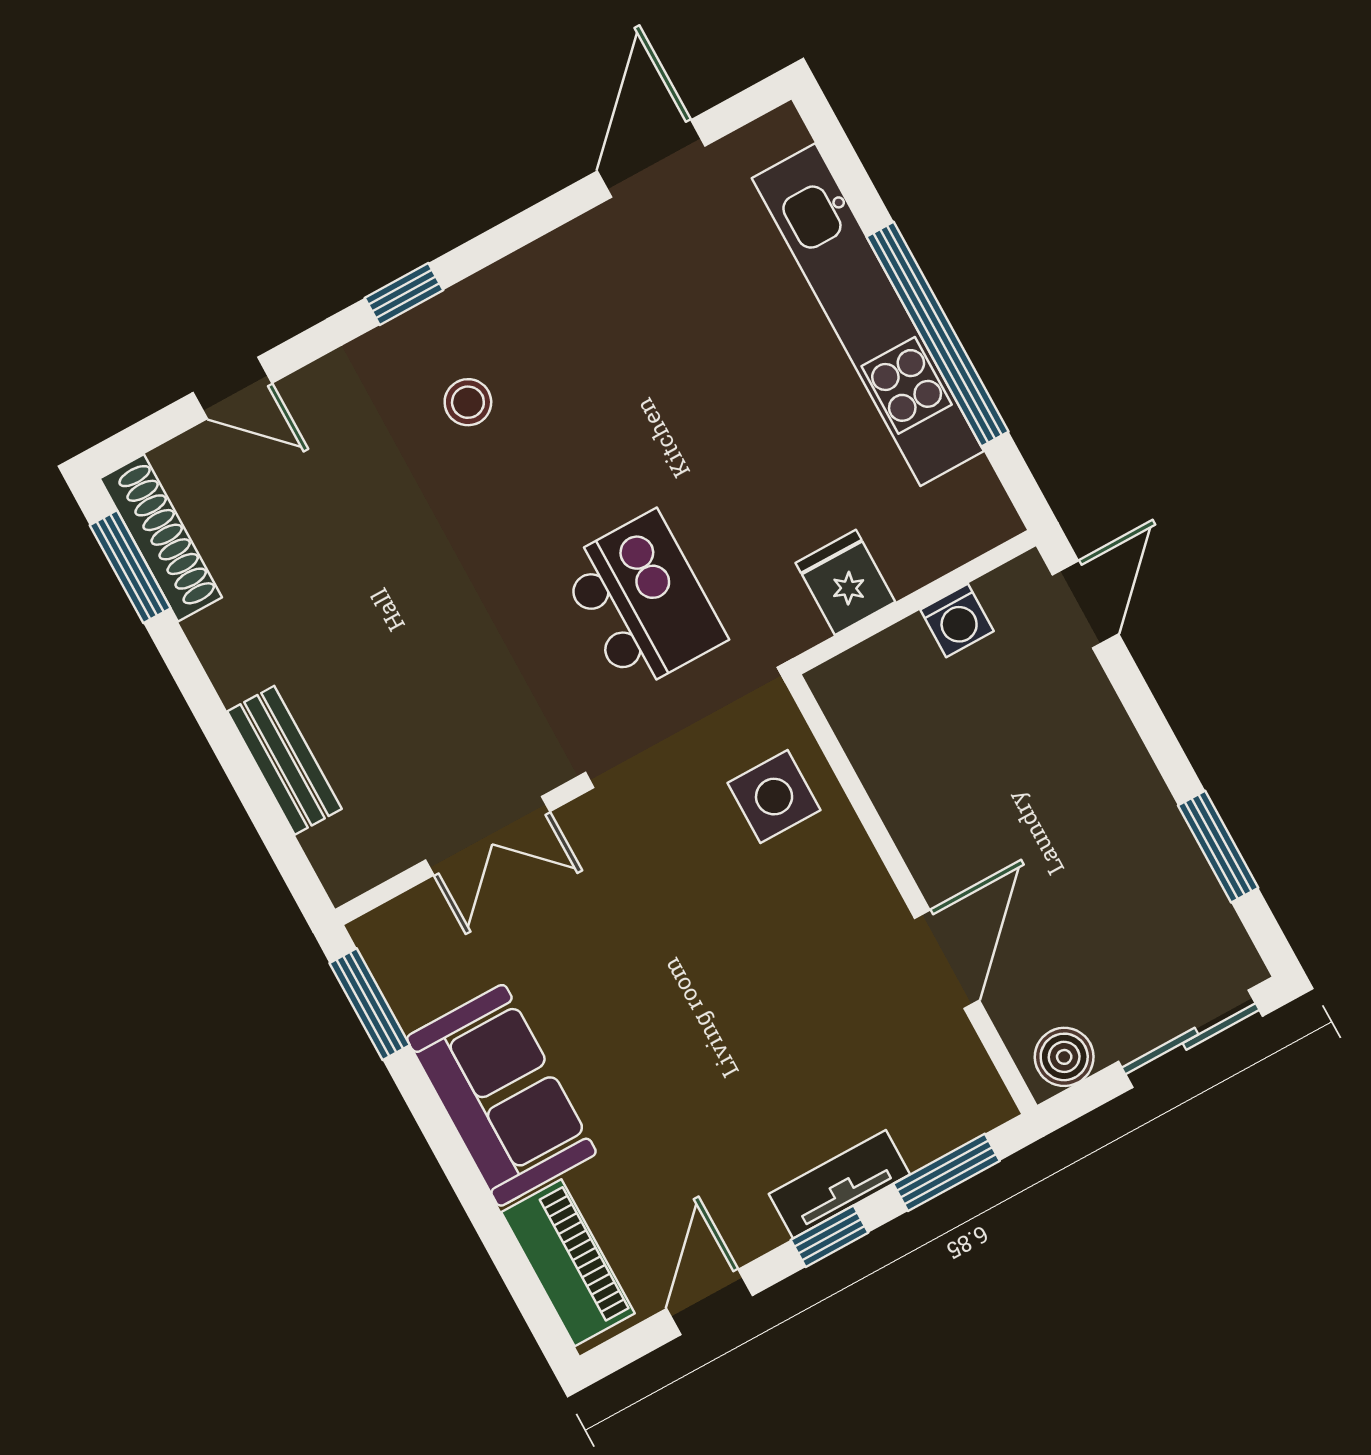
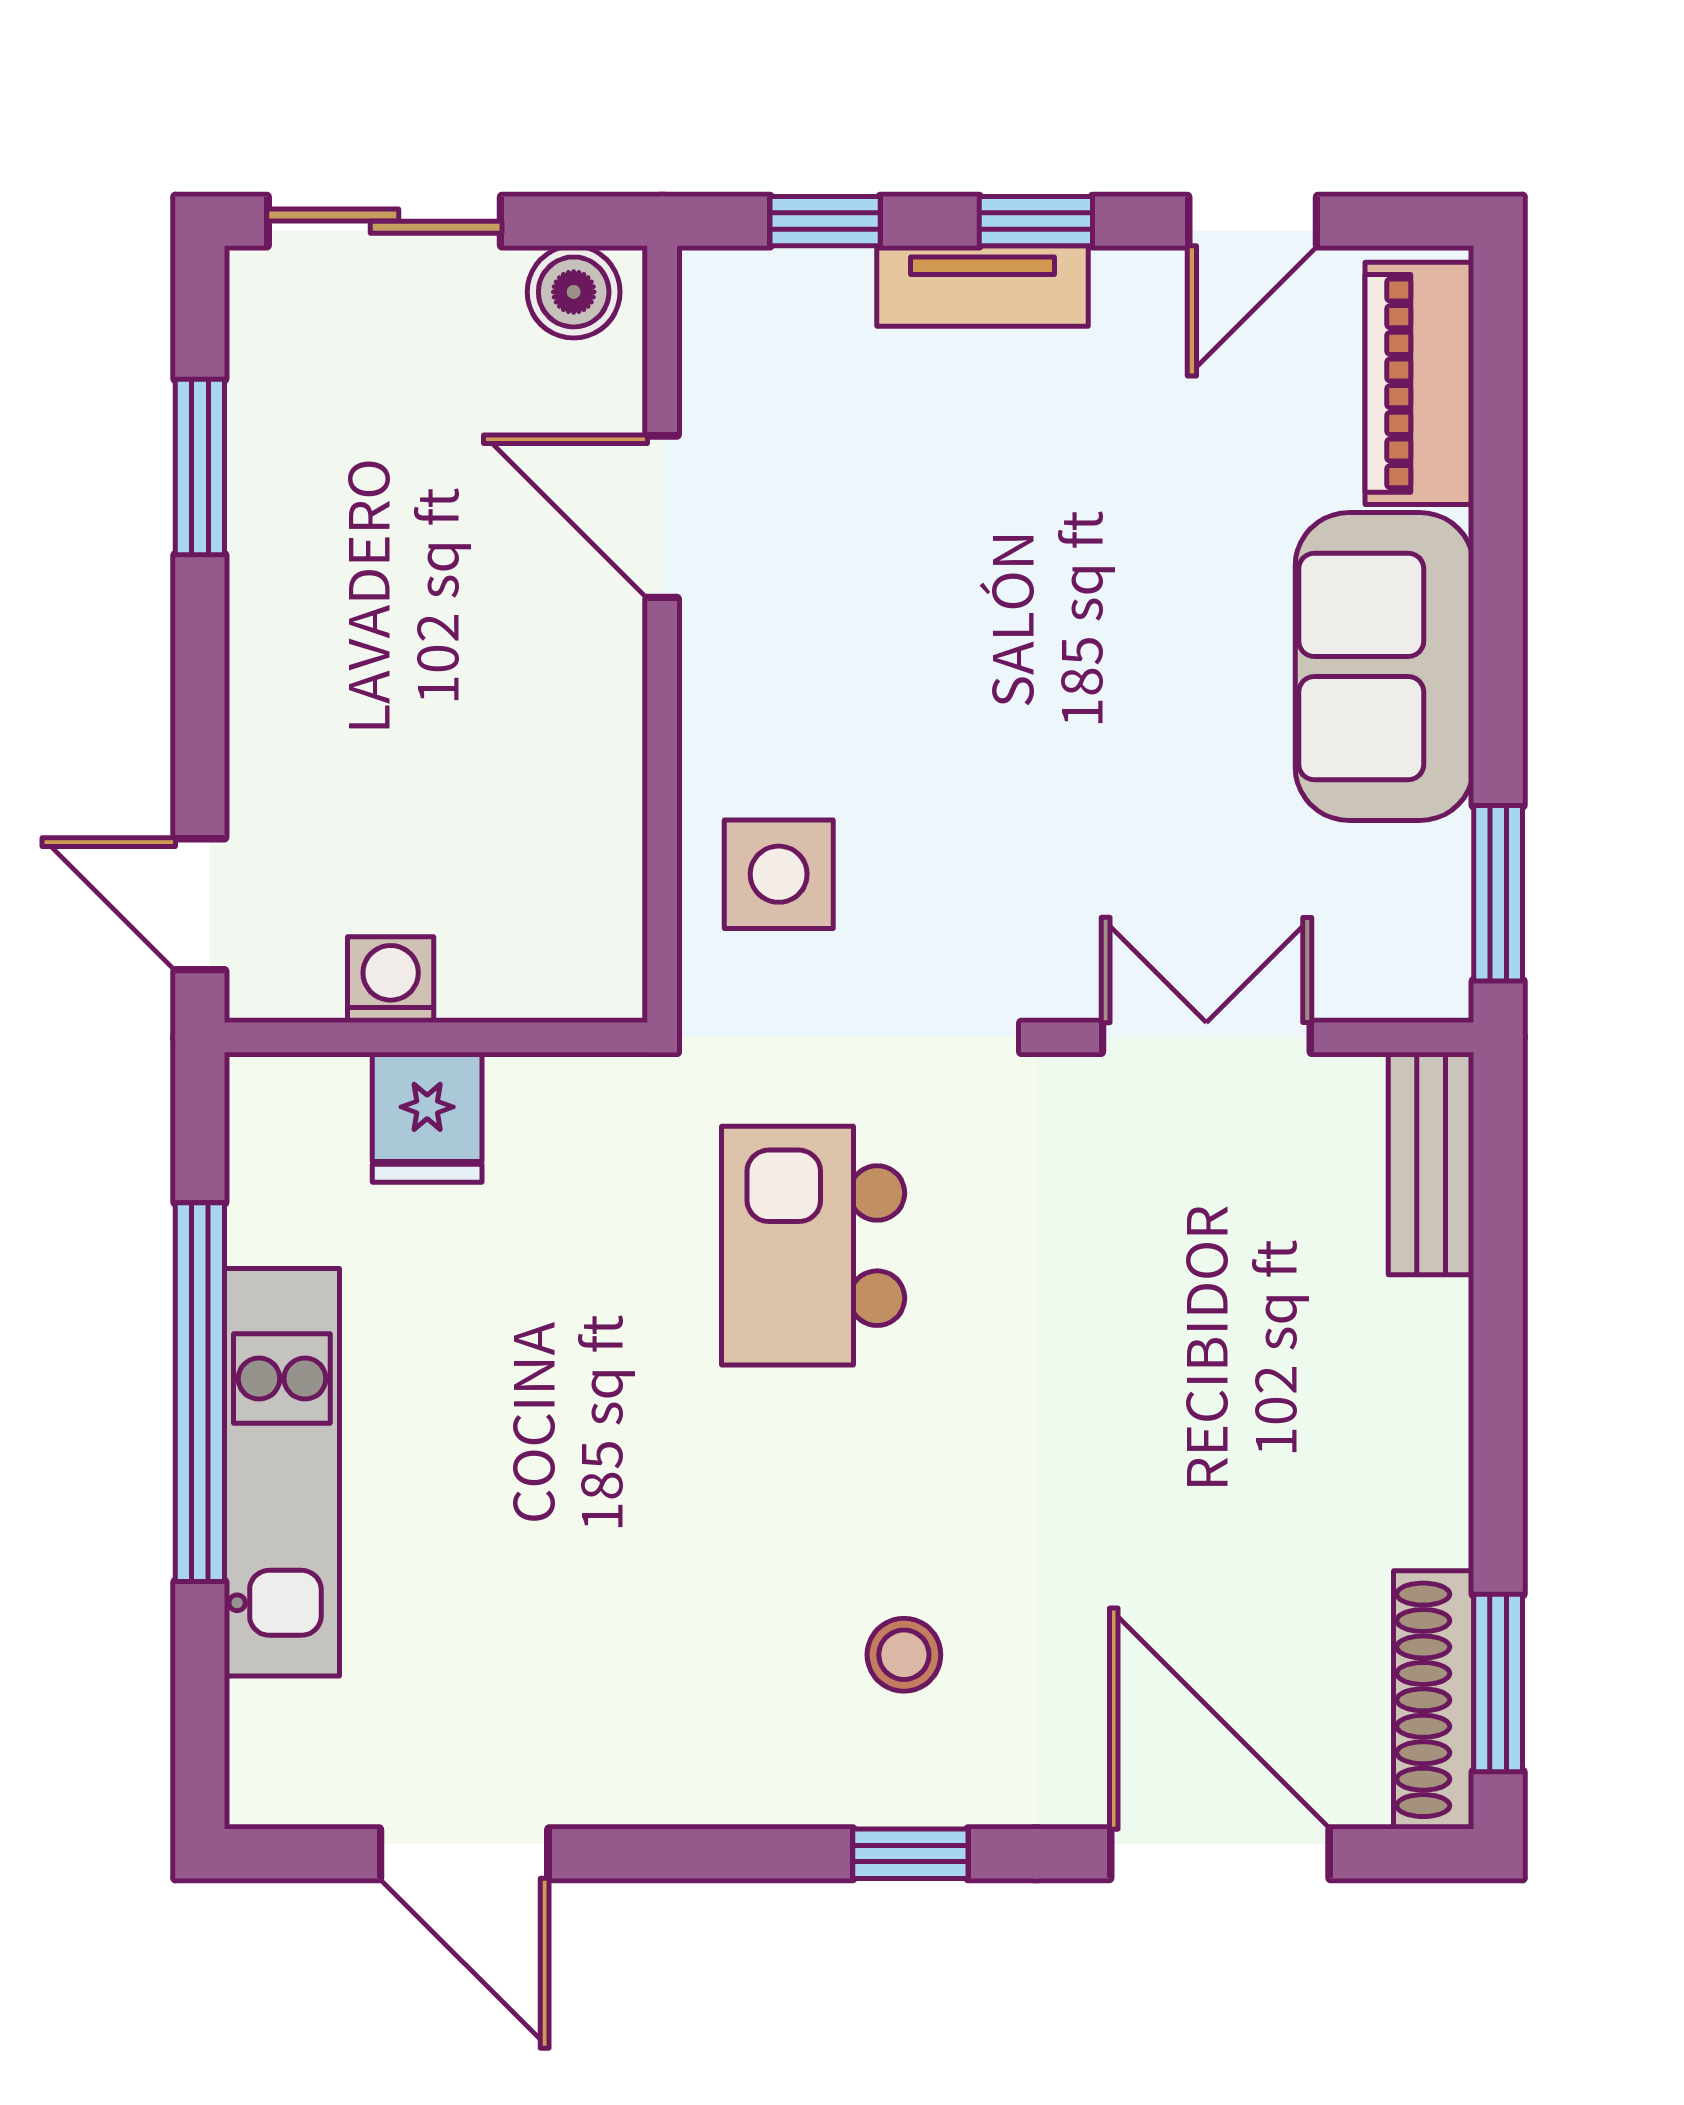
door: (651, 159) -> (464, 1854), hinge flipped
kitchen unit: (868, 315) -> (282, 1472), width x0.73
door: (233, 388) -> (1220, 1854), width x1.88
fridge: (845, 582) -> (427, 1117), moved
door: (1086, 604) -> (200, 904), hinge flipped
bench: (284, 760) -> (1431, 1164), moved
door: (947, 959) -> (662, 517), hinge flipped
window: (946, 1172) -> (825, 221), width x0.67

